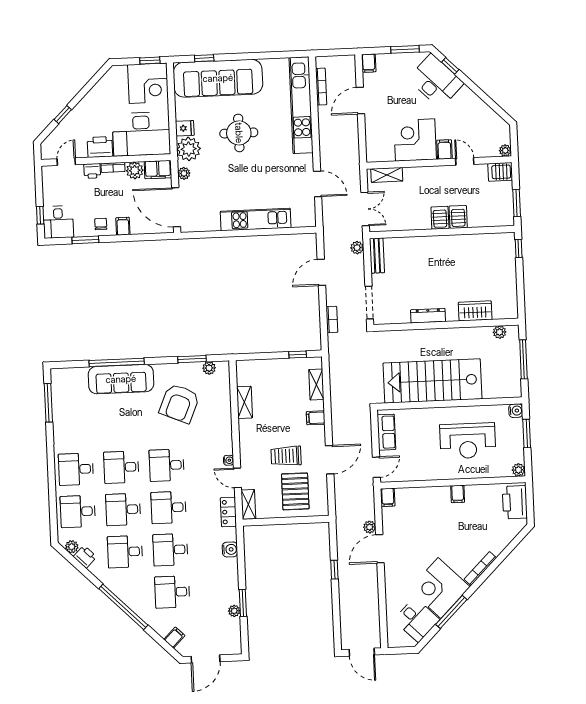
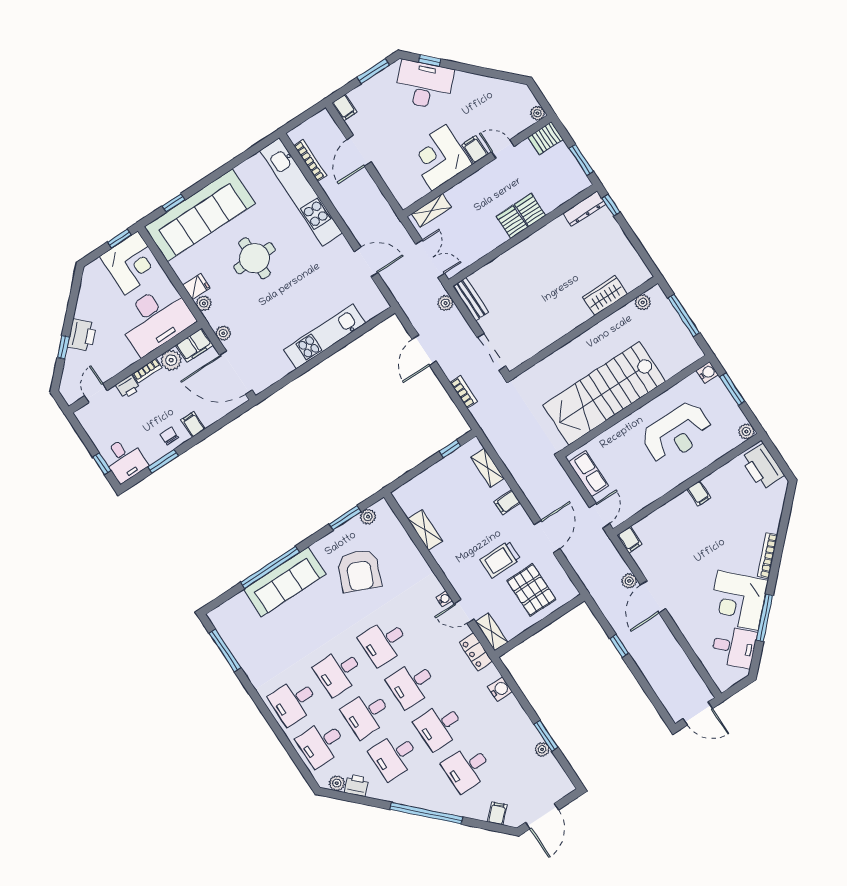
printer: (100, 147) -> (82, 335), moved, turned 135
plant: (189, 149) -> (204, 303), width x0.53, depth x0.53
dresser: (428, 316) -> (584, 209), moved, turned 180

